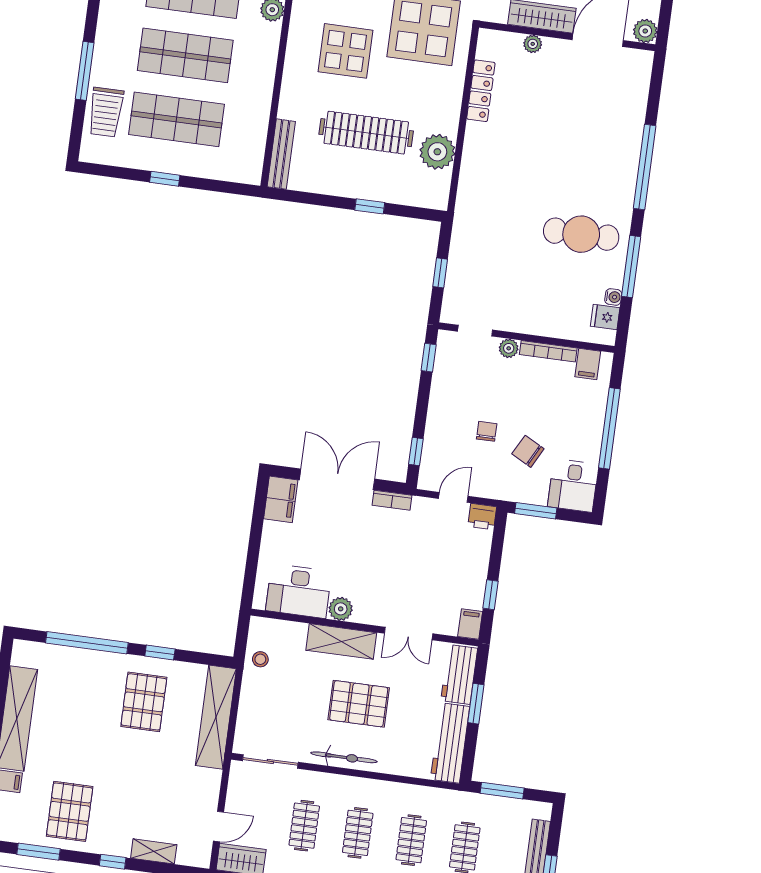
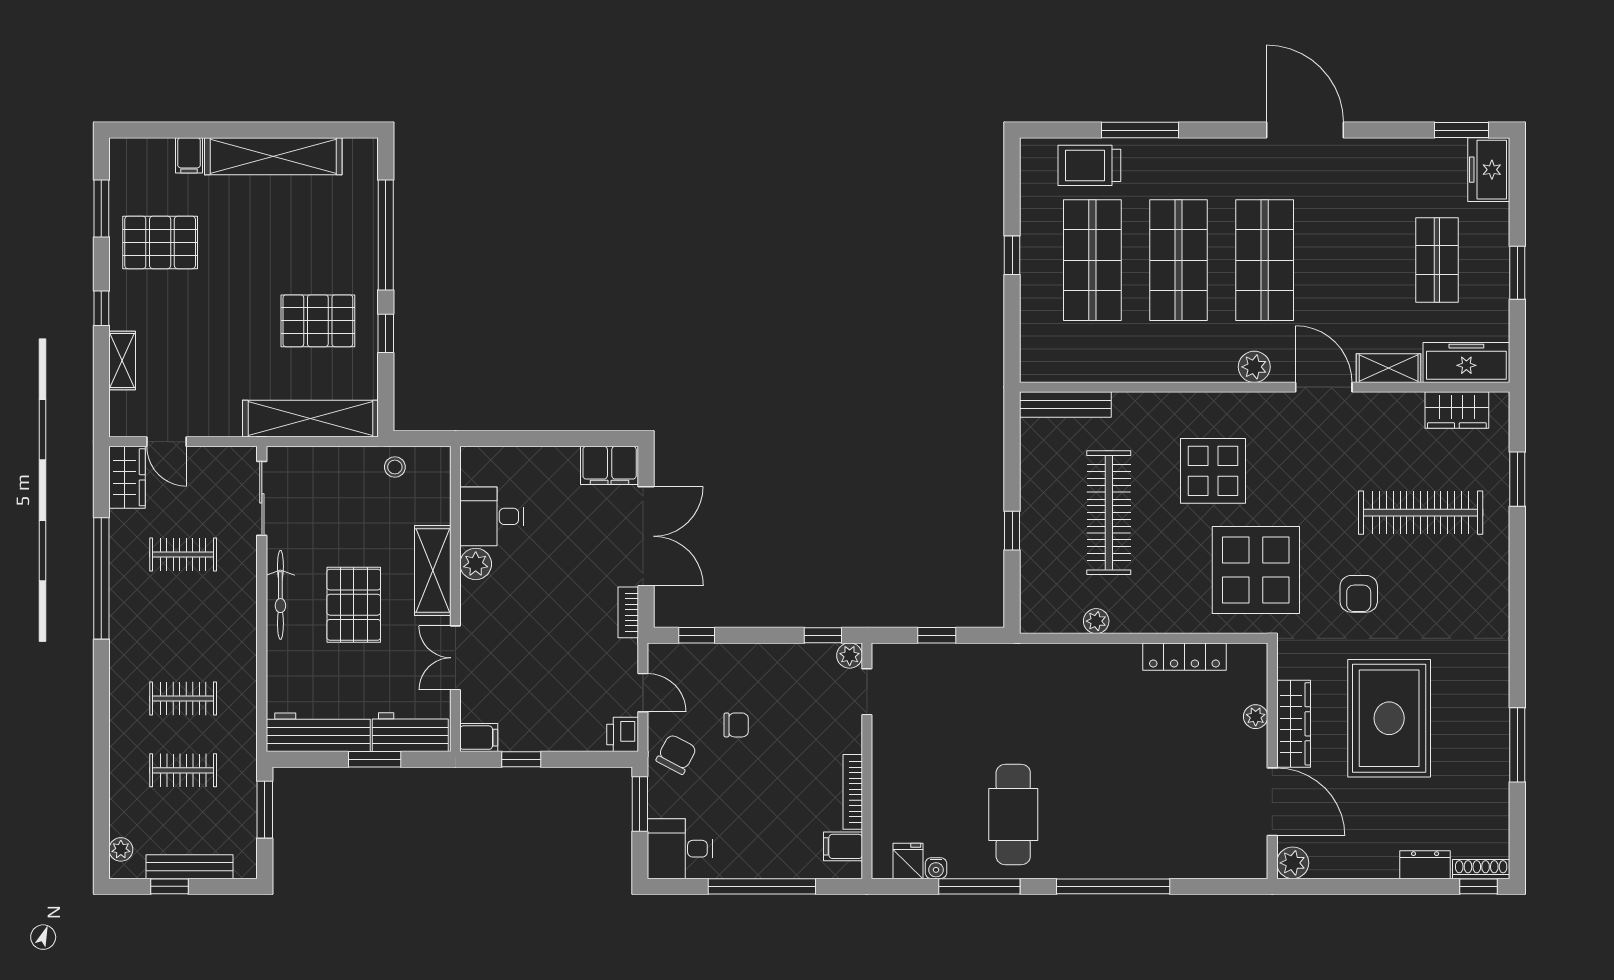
plant: (437, 152) -> (1096, 621), width x0.53, depth x0.53
plant: (509, 348) -> (850, 656), moved
chair: (528, 451) -> (676, 754), moved
desk: (299, 591) -> (492, 516), width x0.73
clothes rail: (358, 833) -> (183, 626), removed

